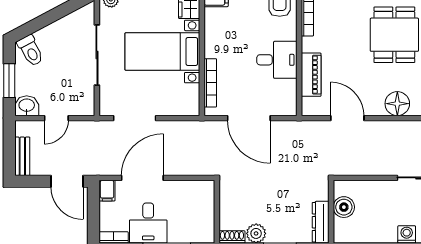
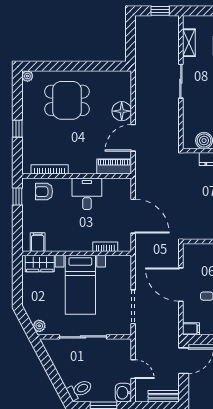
piano: (311, 75) -> (114, 166), moved
bookcase: (210, 83) -> (105, 247), width x0.64
floor lamp: (397, 104) -> (122, 111), moved
door: (249, 118) -> (133, 216), hinge flipped
door: (142, 178) -> (181, 285), moved

